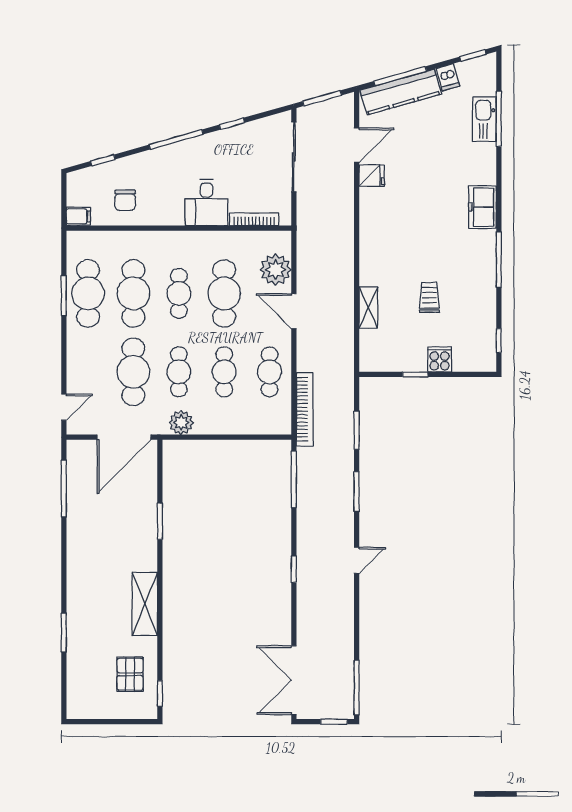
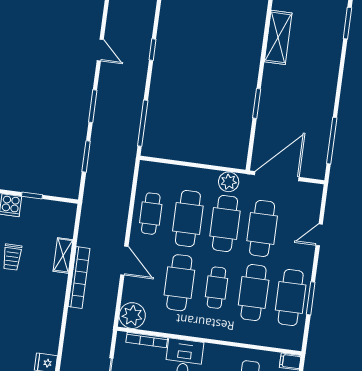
plant: (276, 270) -> (132, 316), moved
cafe table: (179, 372) -> (225, 223), width x1.37, depth x1.35
cafe table: (224, 372) -> (188, 219), width x1.37, depth x1.35
door: (64, 407) -> (319, 235), moved
bookcase: (305, 409) -> (79, 277), moved, turned 180
door: (357, 560) -> (100, 50), swing flipped

